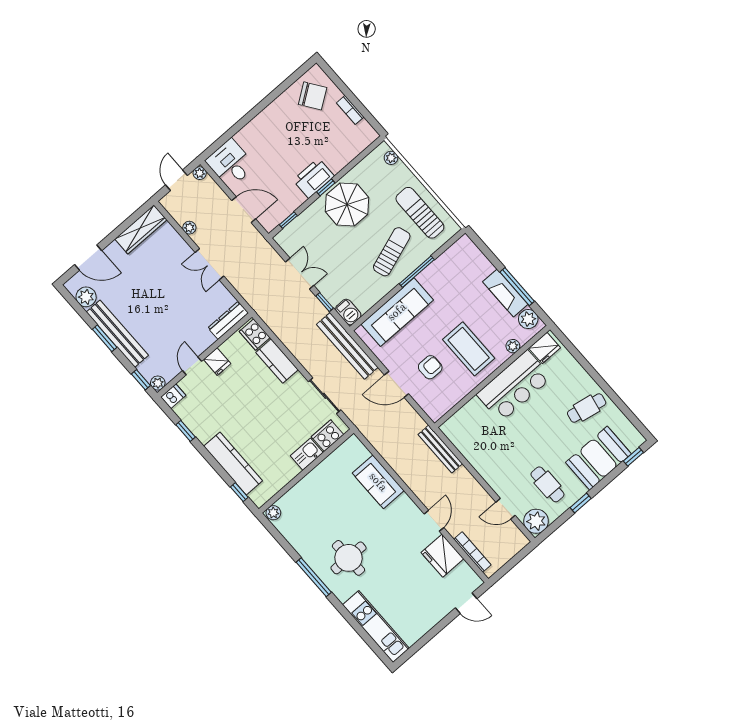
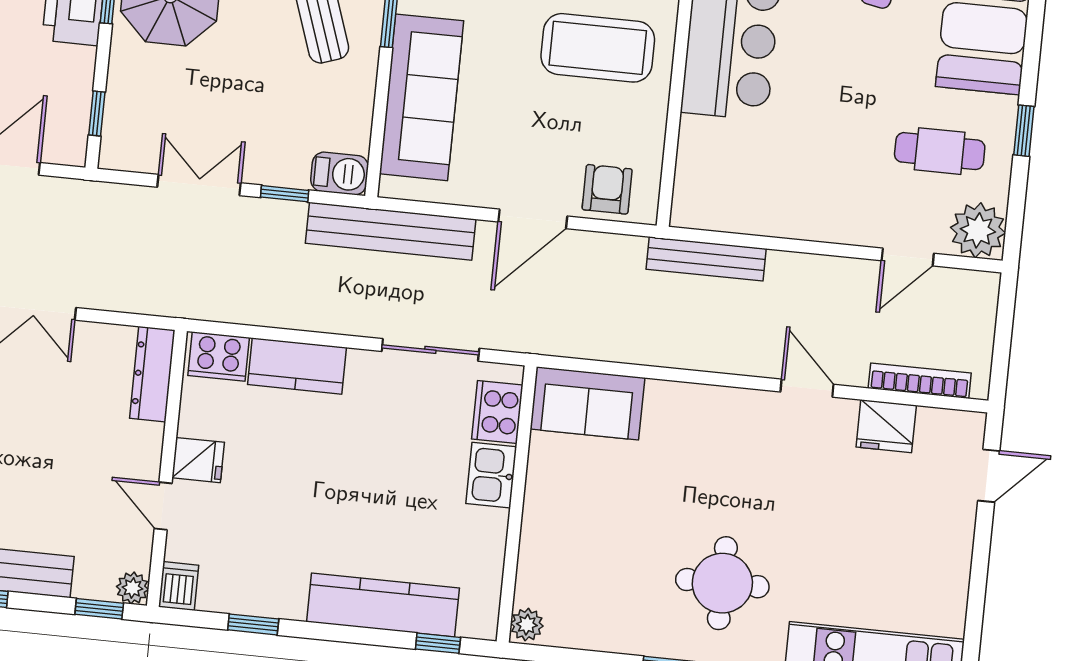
armchair: (430, 367) -> (607, 189), moved
sofa: (378, 482) -> (587, 403), moved
fridge: (442, 556) -> (886, 426), width x0.73, depth x0.75

